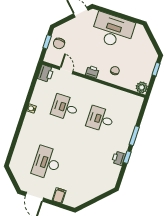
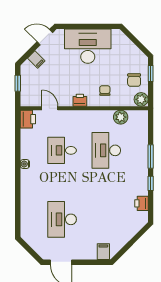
filing cabinet: (68, 28) -> (36, 60), added
chair: (59, 43) -> (134, 80), moved
plant: (121, 96) -> (121, 117), added
desk: (100, 119) -> (106, 150), width x1.37
printer: (119, 158) -> (141, 203), moved
filing cabinet: (59, 196) -> (103, 252), moved

